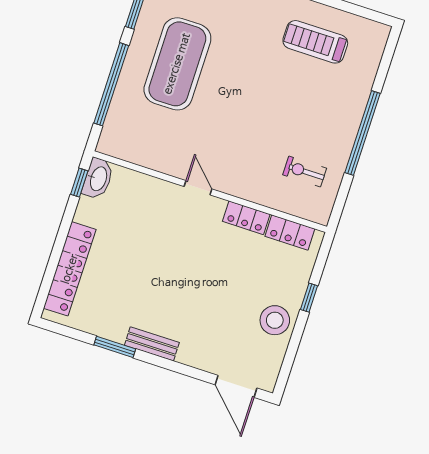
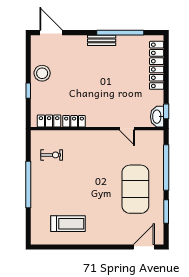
door: (198, 188) -> (127, 129), moved
window: (115, 347) -> (120, 33), width x2.11

